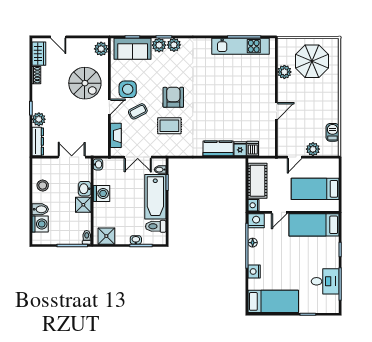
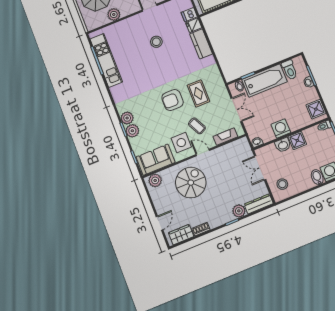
sofa: (133, 49) -> (156, 160), moved, turned -90
stool: (239, 104) -> (156, 42), added
stool: (43, 186) -> (282, 184), moved

